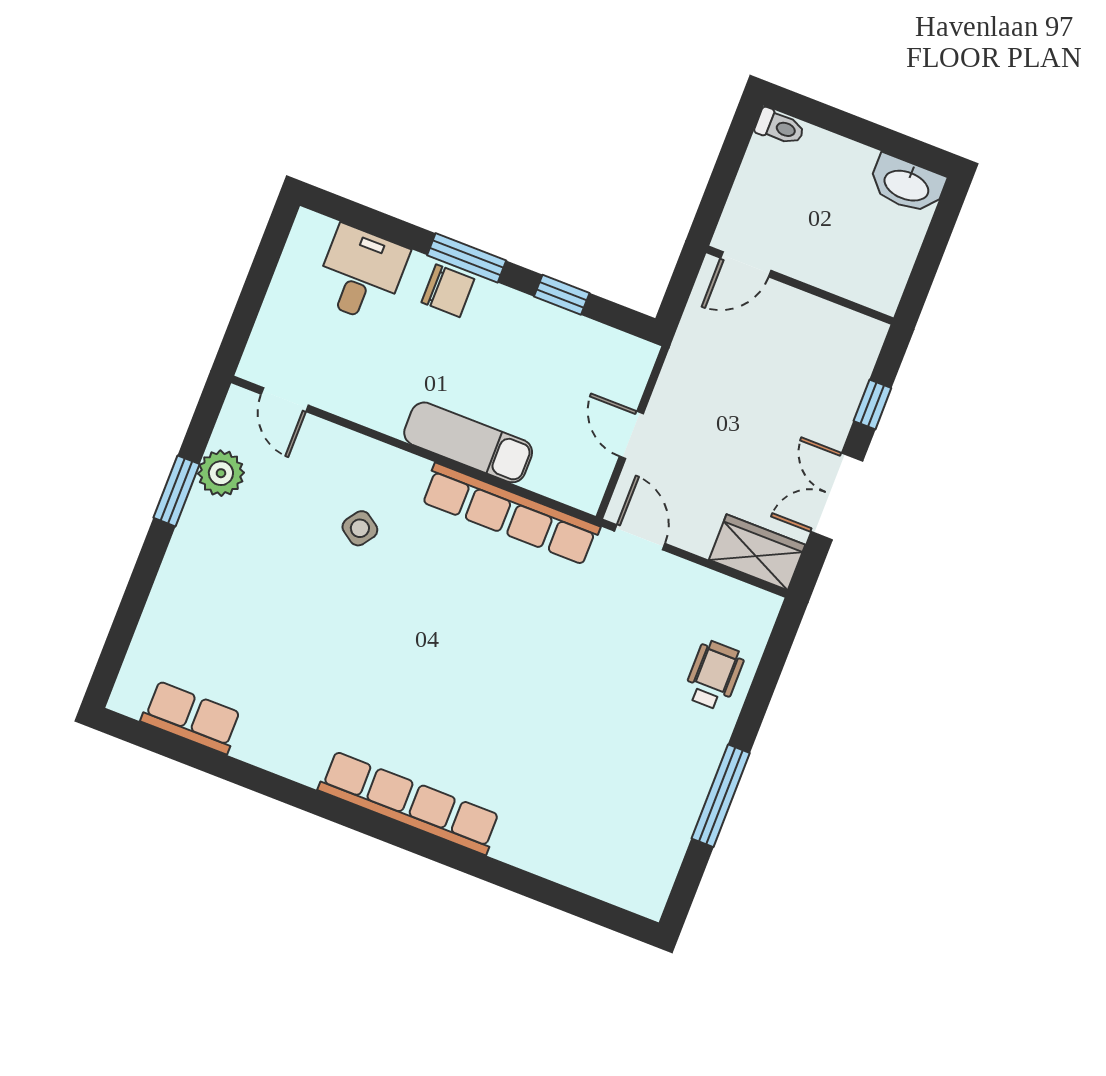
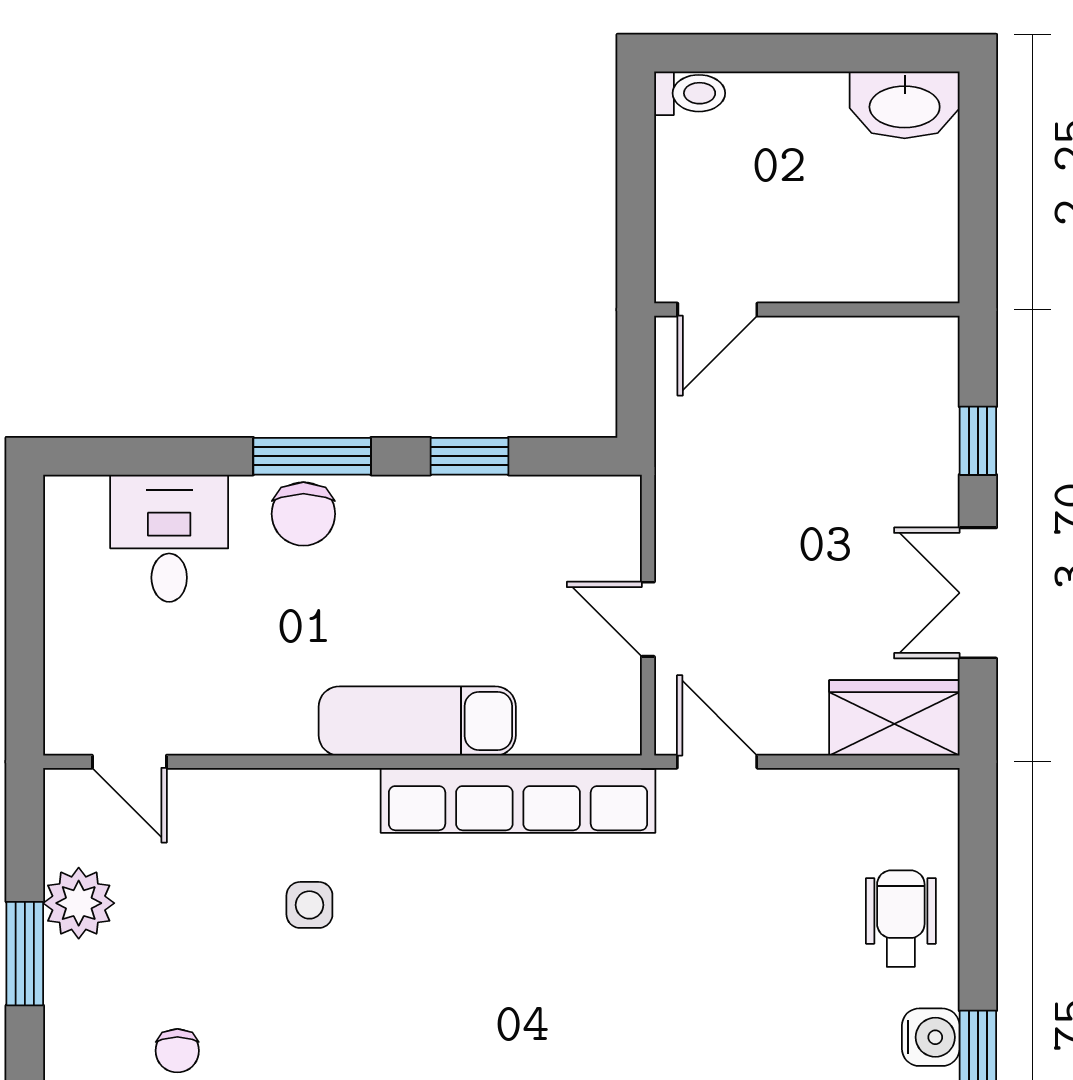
chair: (448, 291) -> (303, 514), turned 90
side table: (360, 528) -> (309, 905), turned -35
chair: (246, 585) -> (177, 1051), added
water cooler: (704, 754) -> (931, 1037), added

